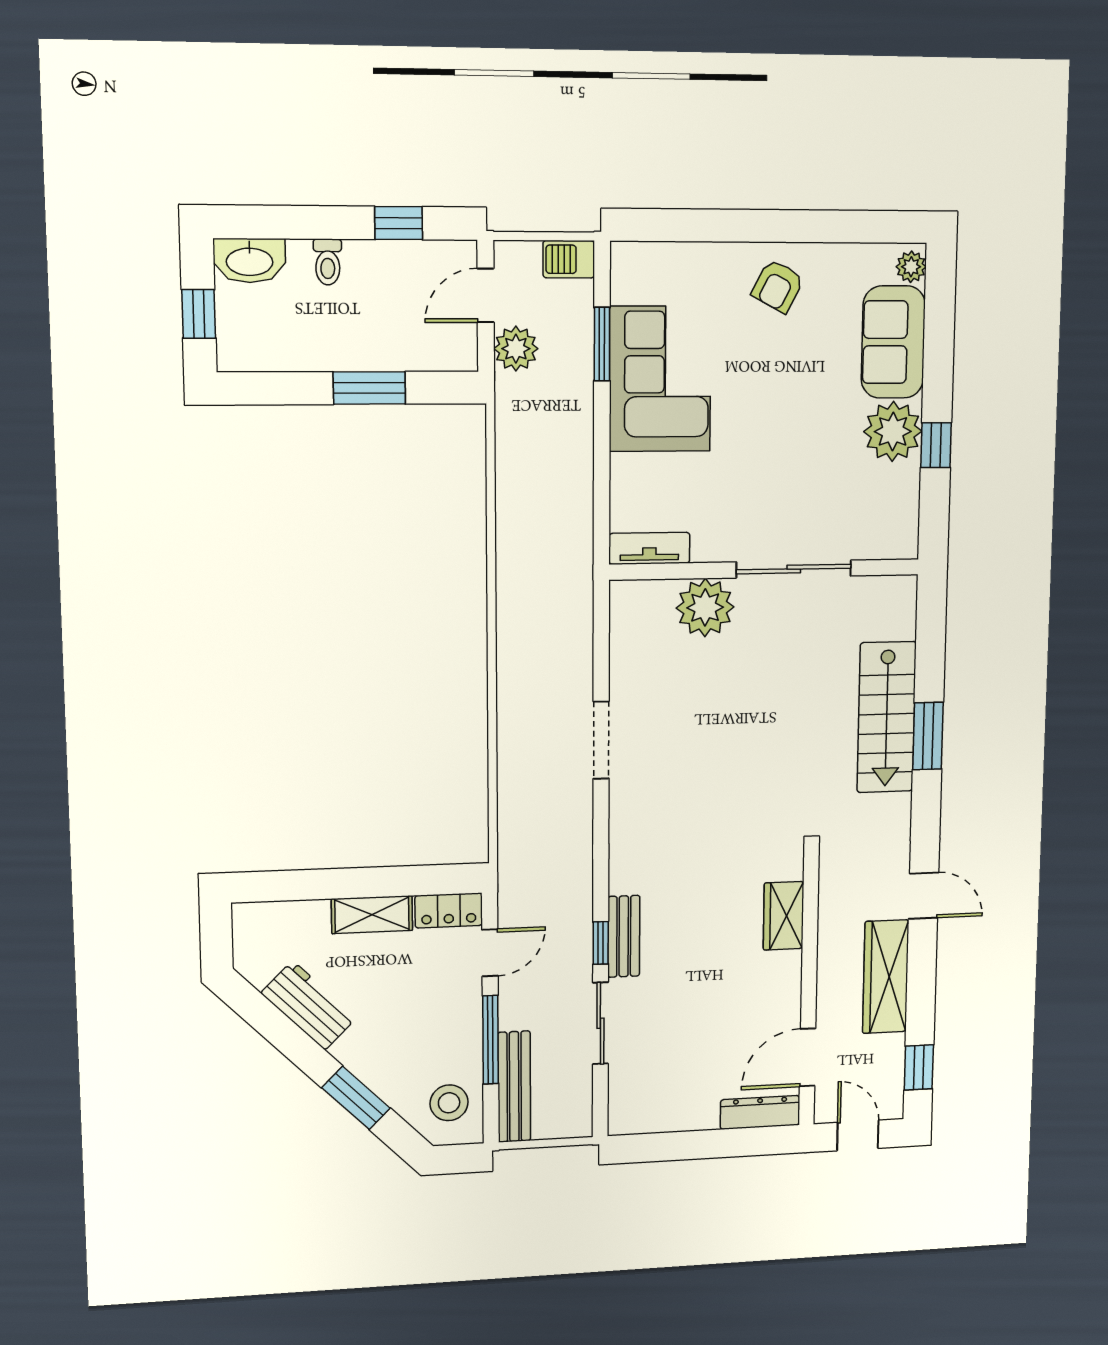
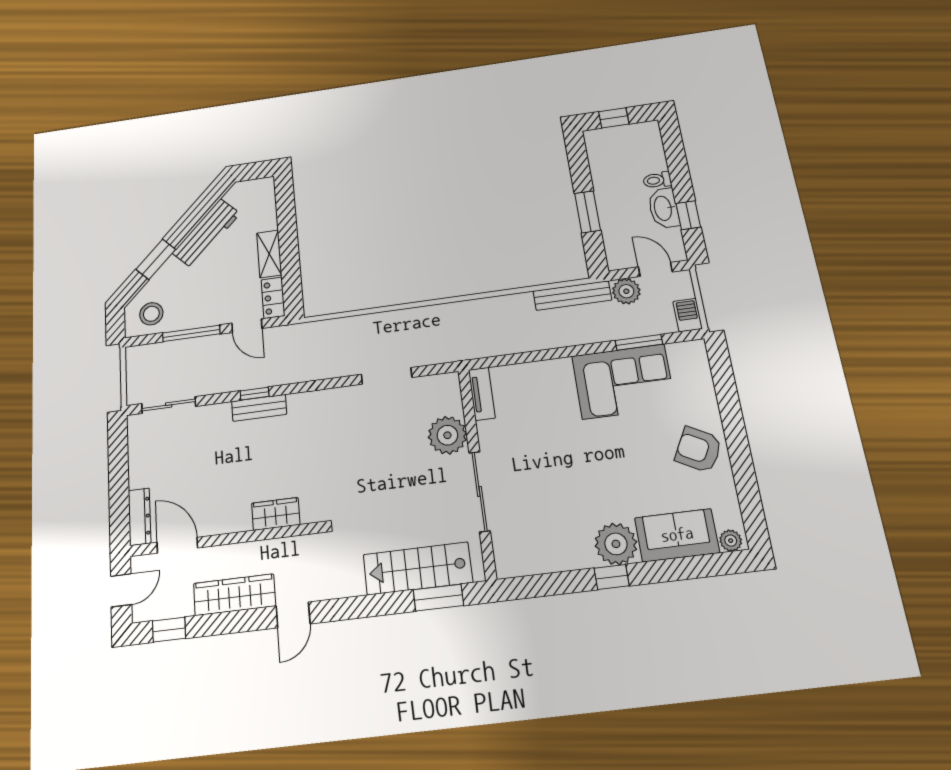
washbasin: (250, 261) -> (664, 208), moved
armchair: (778, 286) -> (698, 450), width x1.38, depth x1.38
tv unit: (649, 548) -> (482, 394), moved
wall: (765, 569) -> (477, 472), moved
sliding door: (794, 569) -> (480, 491), moved
plant: (705, 607) -> (447, 435), moved
window: (928, 736) -> (438, 598), moved
workbench: (309, 1005) -> (206, 233), width x1.38
sliding door: (600, 1023) -> (169, 405), moved
bench: (514, 1087) -> (572, 296), moved

